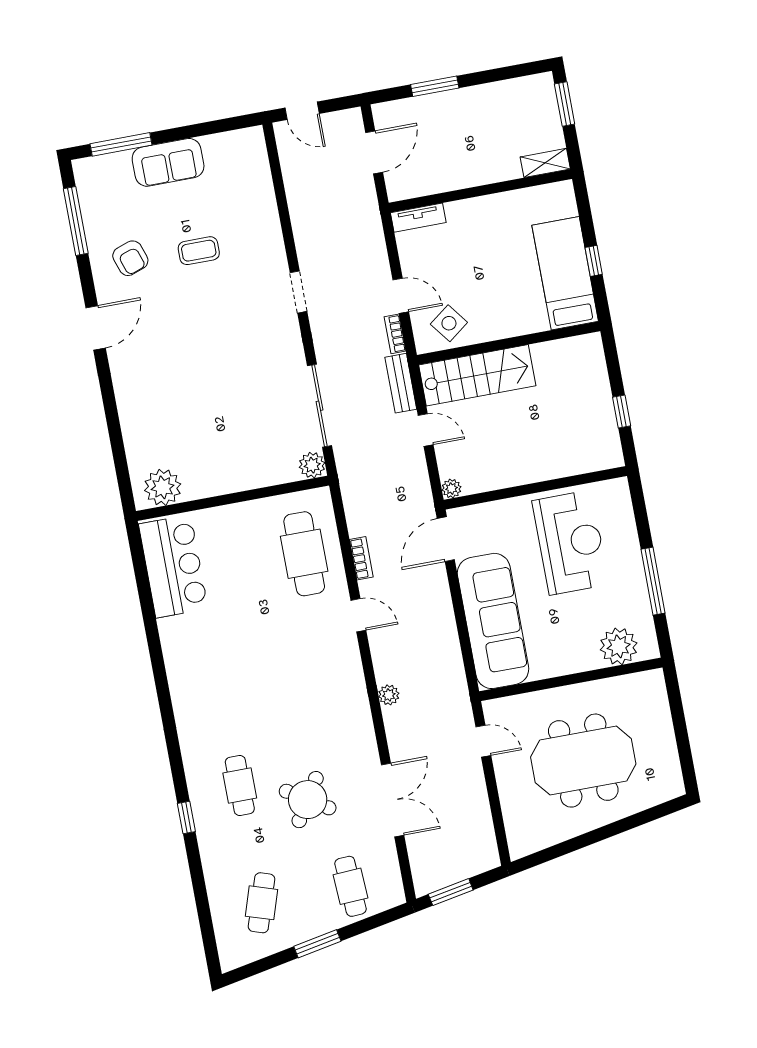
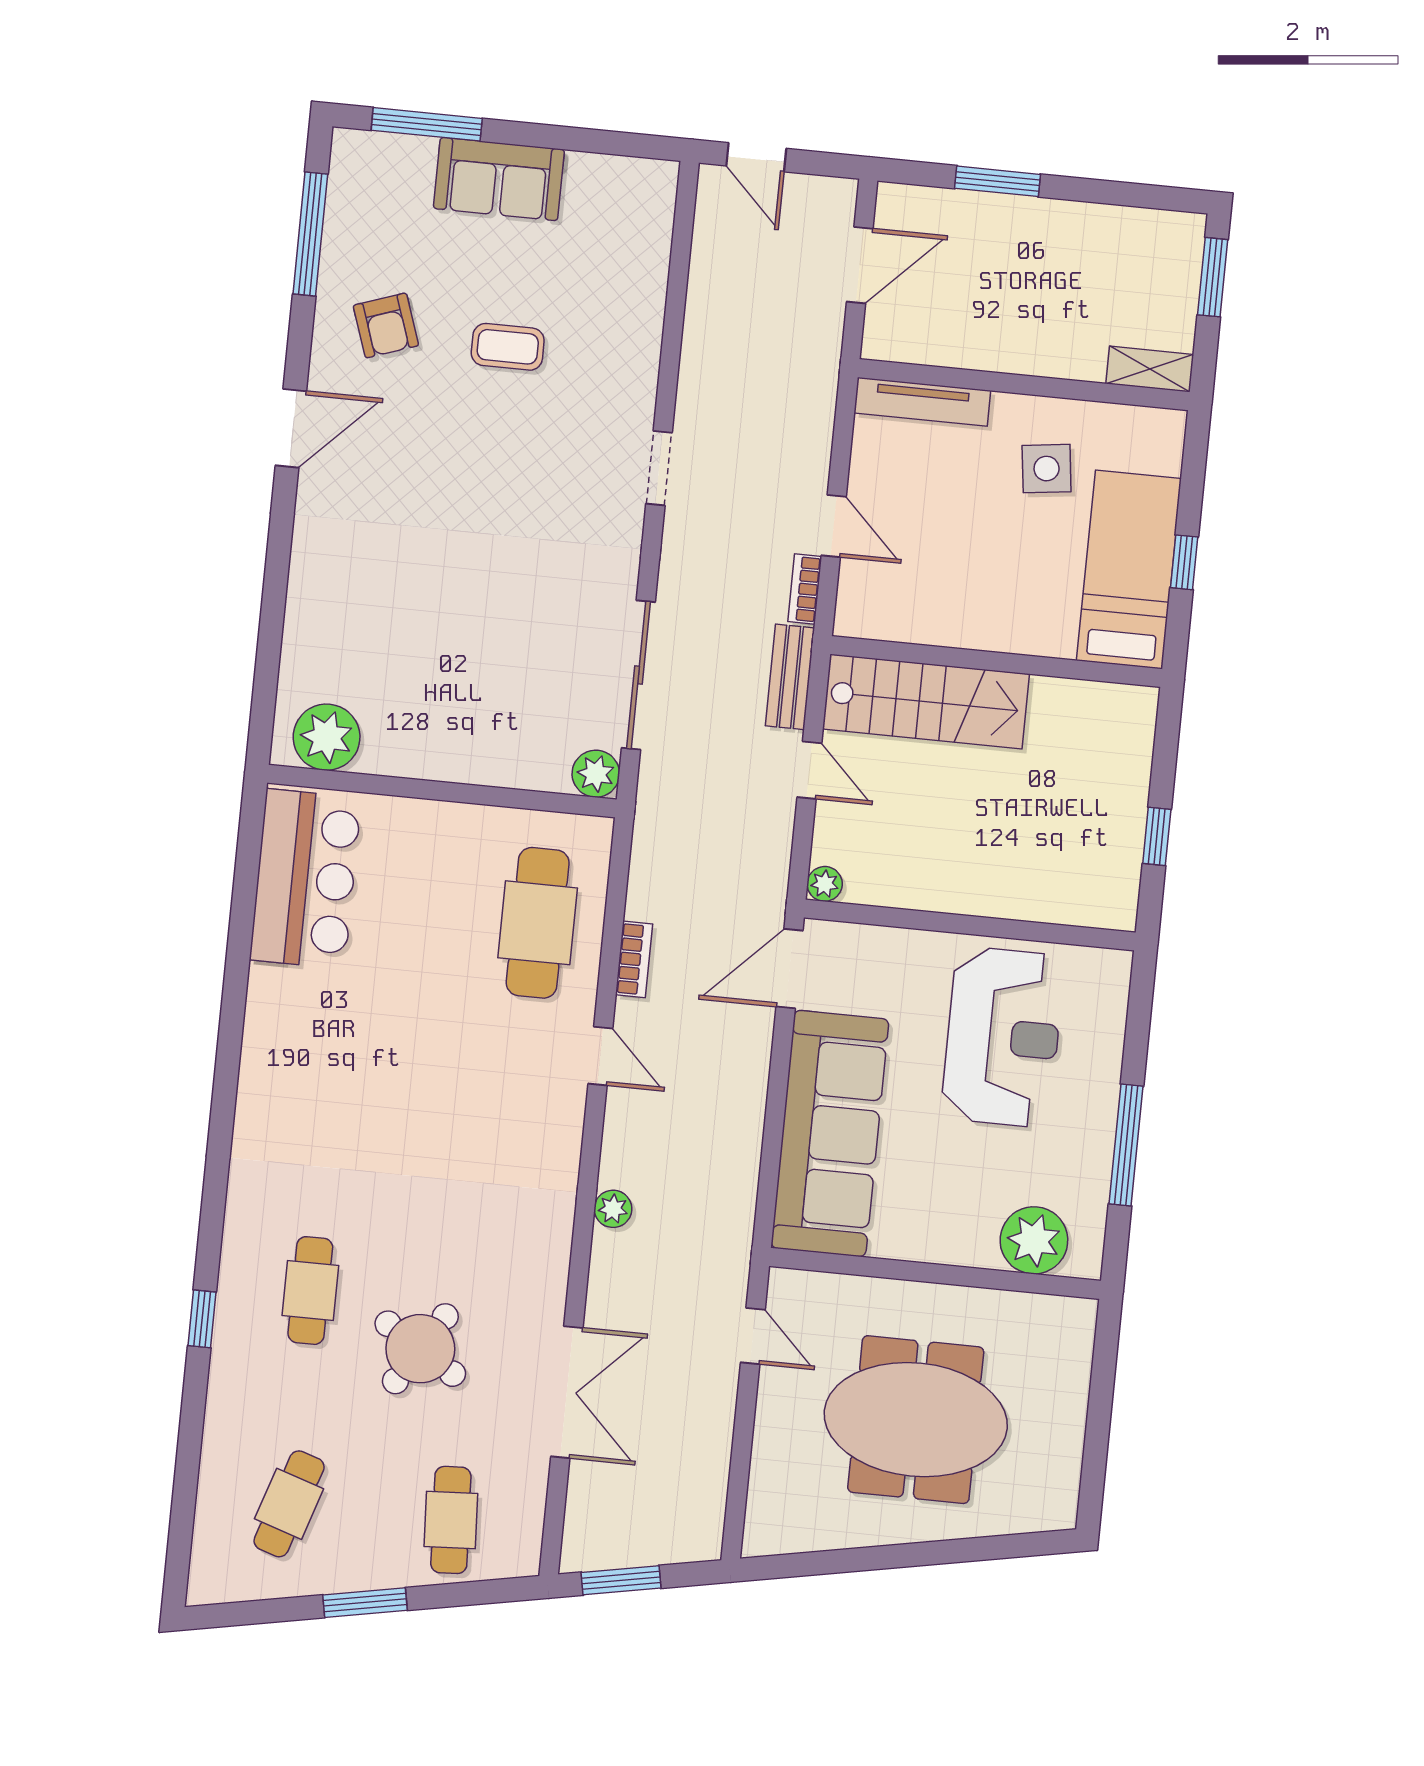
tv unit: (418, 218) -> (922, 402), width x1.41
side table: (449, 323) -> (1047, 469), moved, turned 30

